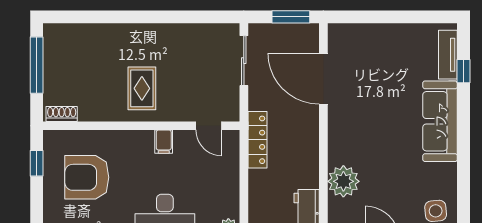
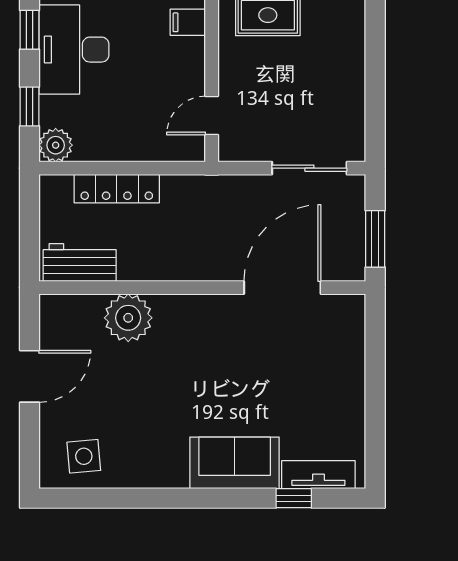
sofa: (440, 121) -> (235, 463), width x0.73
locker: (257, 140) -> (117, 189), moved
filing cabinet: (164, 142) -> (188, 22), moved

